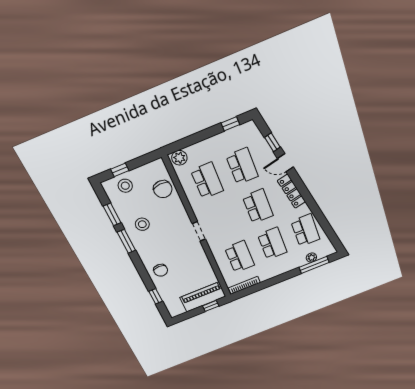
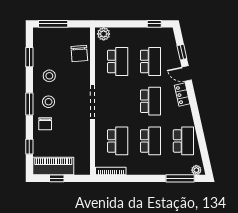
window: (120, 170) -> (53, 24), width x2.17
stool: (125, 186) -> (49, 102), moved
locker: (291, 191) -> (182, 94), width x0.66
doorway: (199, 231) -> (93, 102), width x1.87
window: (126, 241) -> (29, 104), moved
plant: (311, 258) -> (196, 170), moved
piano: (203, 297) -> (53, 166), moved
window: (211, 306) -> (57, 178), moved

